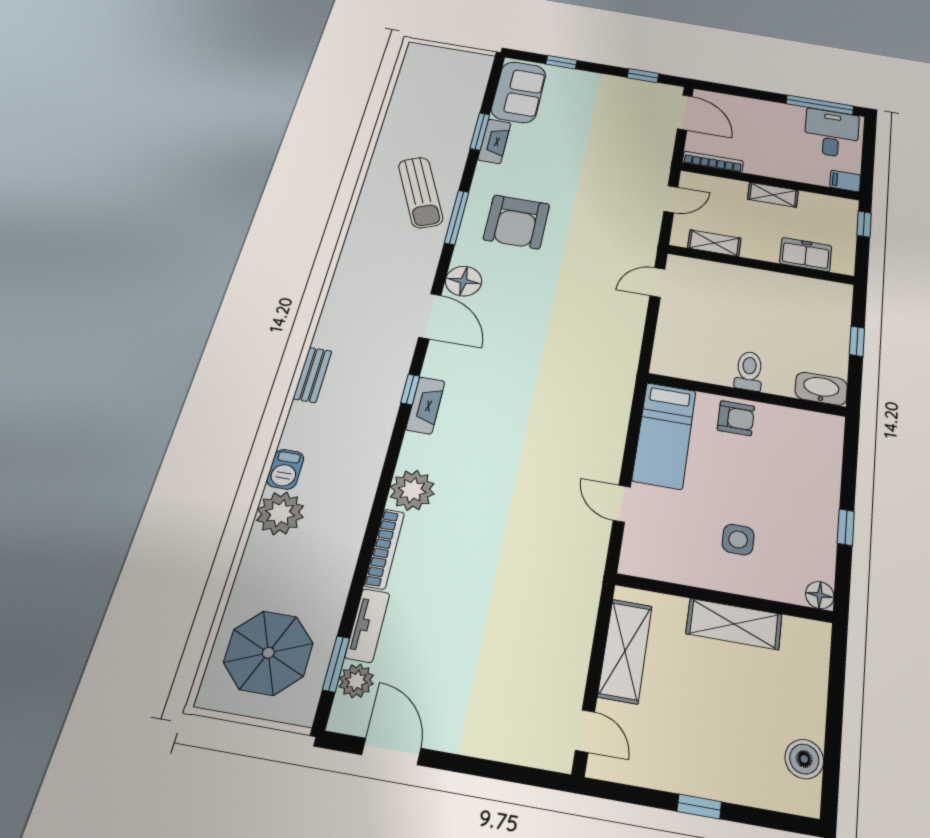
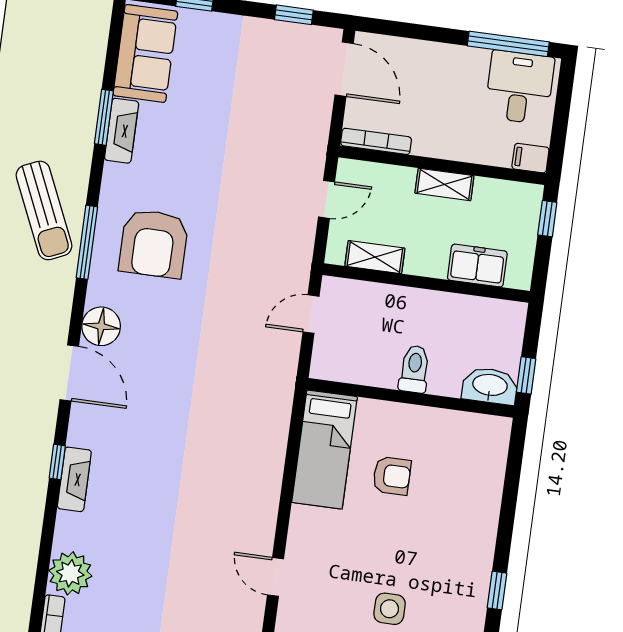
toilet: (749, 371) -> (414, 369), moved
washbasin: (821, 389) -> (490, 386), moved
wall: (747, 395) -> (411, 398), moved
bed: (664, 435) -> (325, 450), moved

